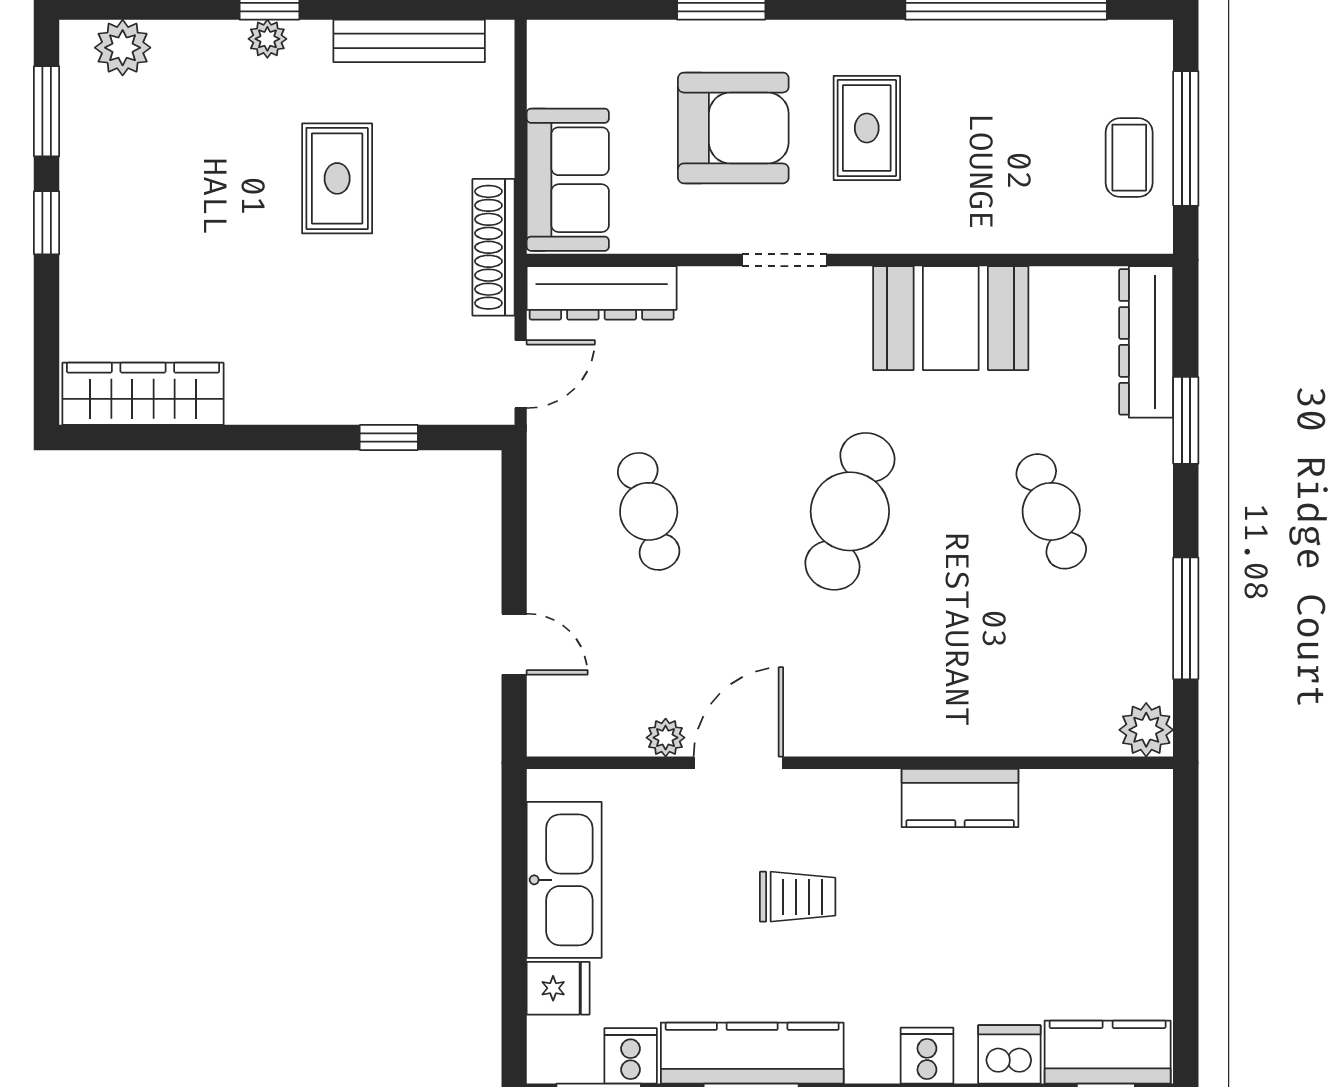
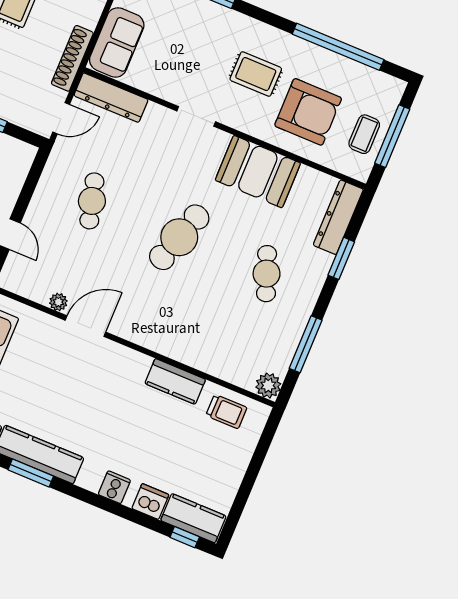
armchair: (733, 128) -> (308, 112), moved
rug: (867, 128) -> (256, 74), turned 90
trolley: (798, 897) -> (226, 412), moved

